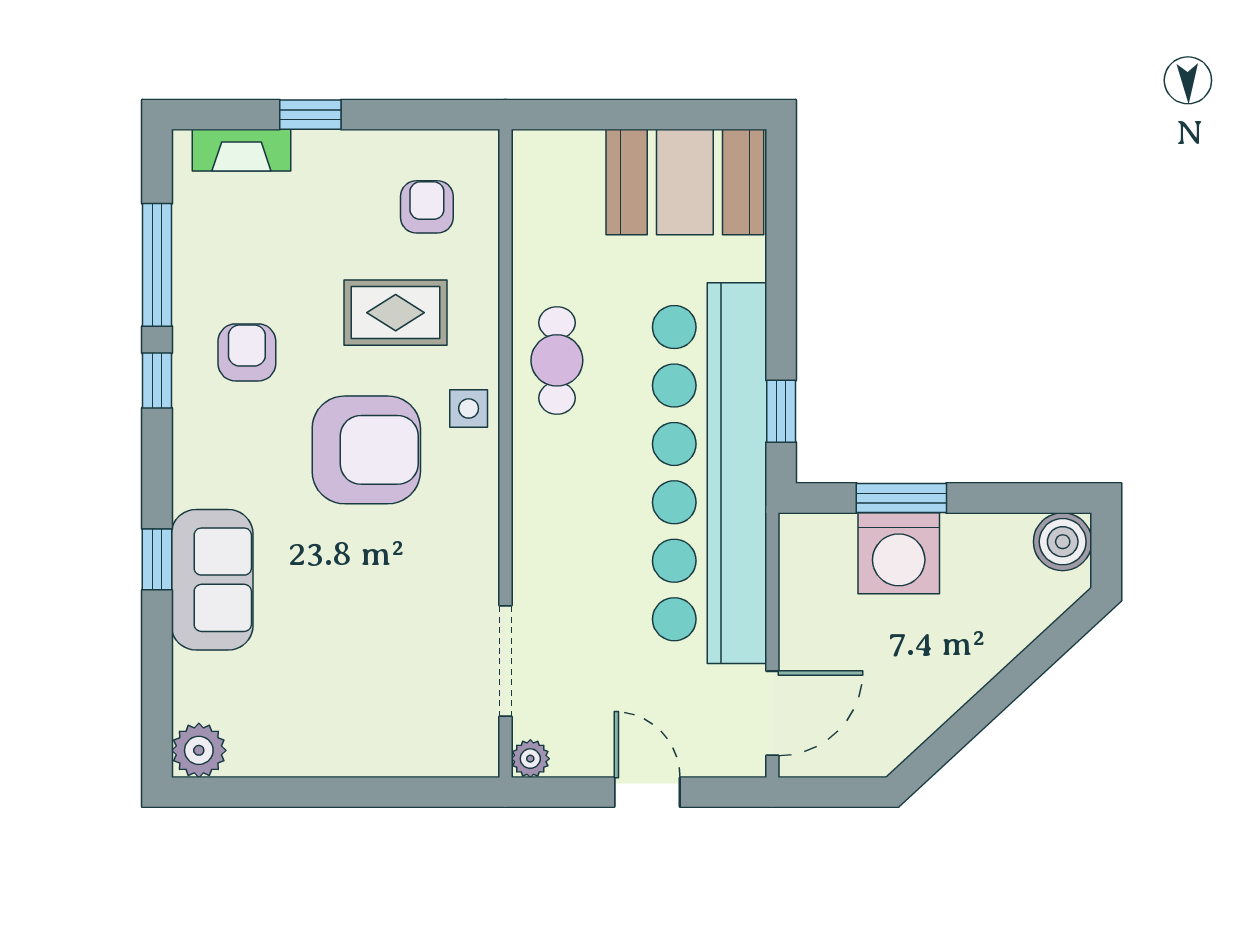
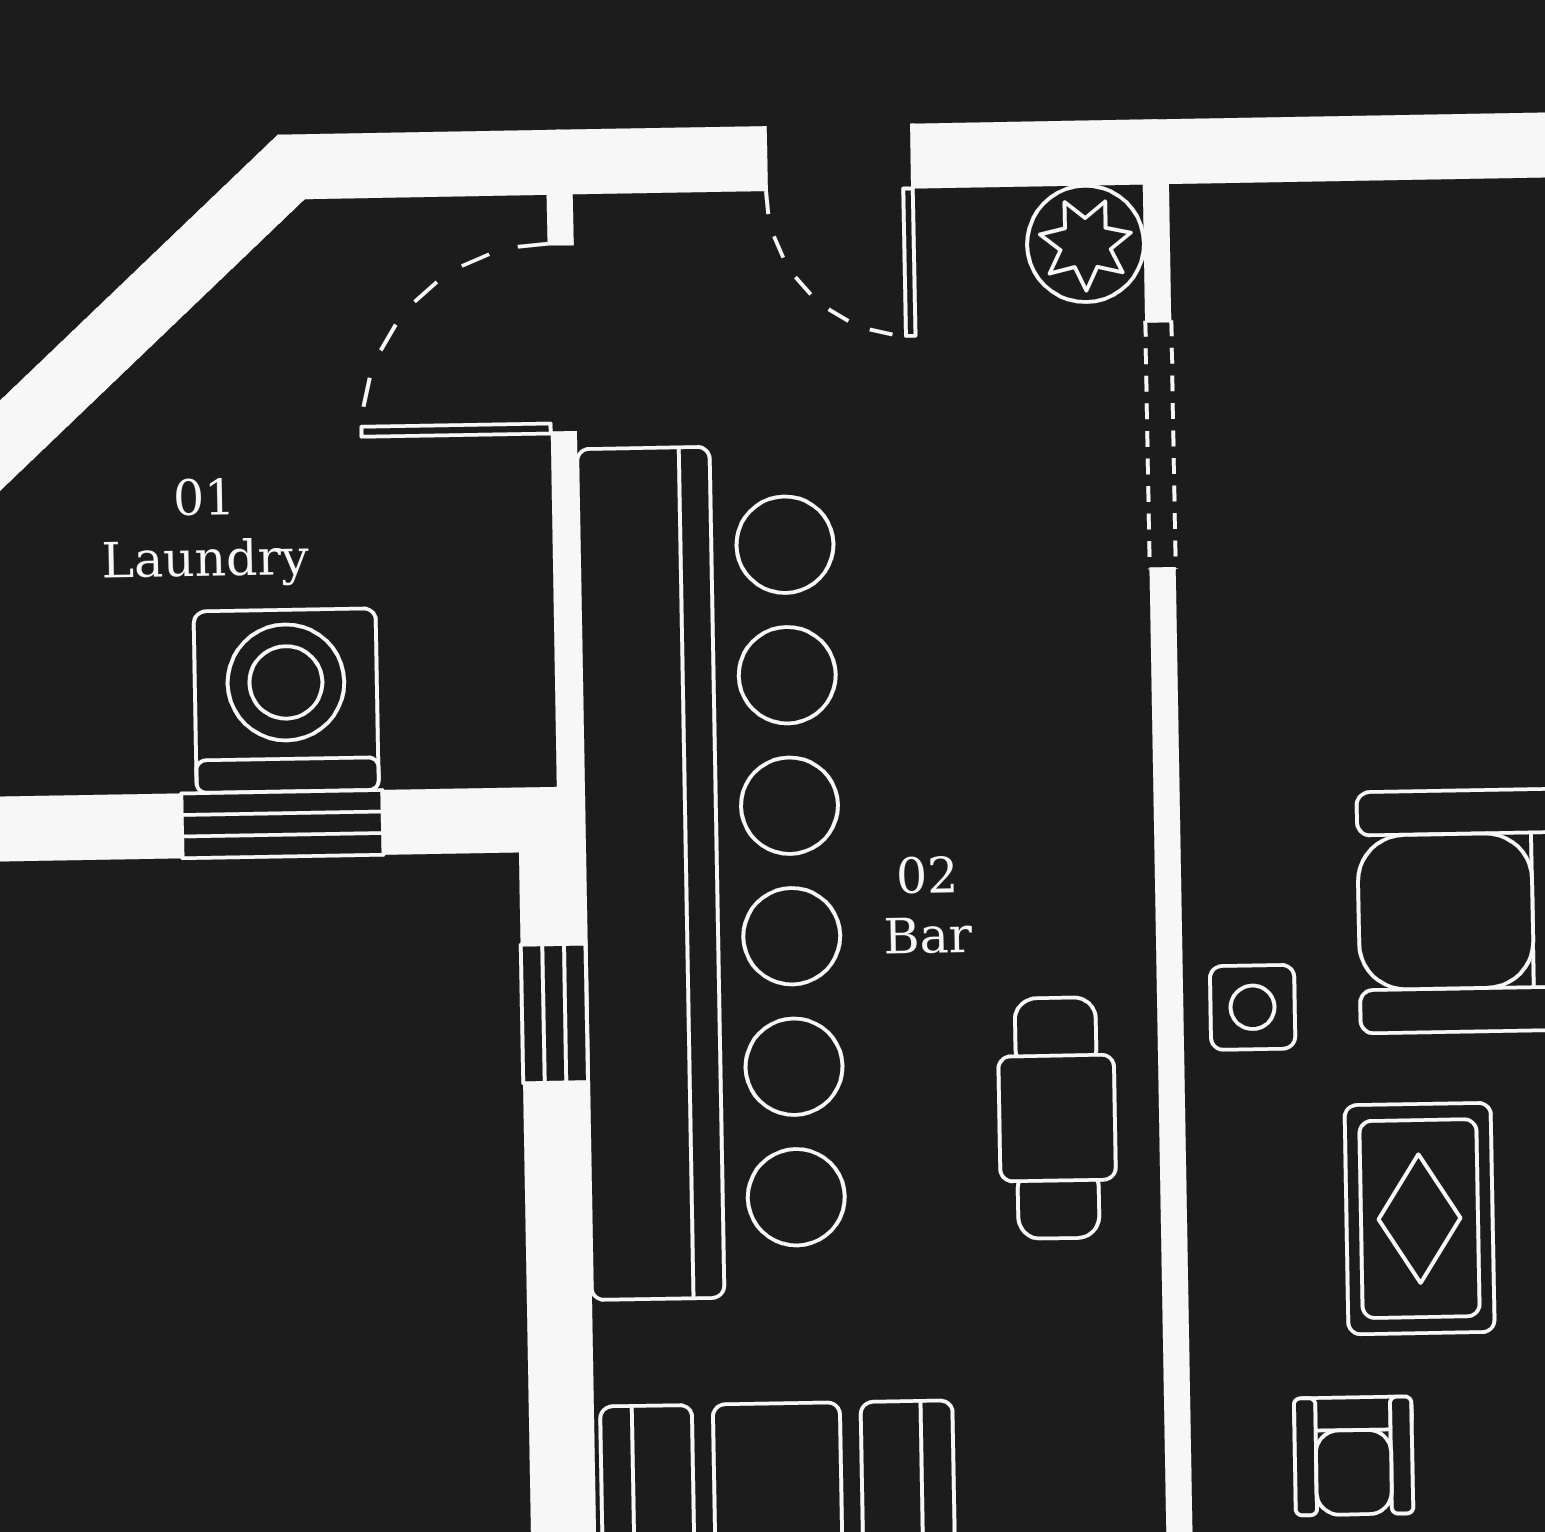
rug: (396, 313) -> (1420, 1219), turned 90
plant: (530, 759) -> (1086, 244), width x1.38, depth x1.38

